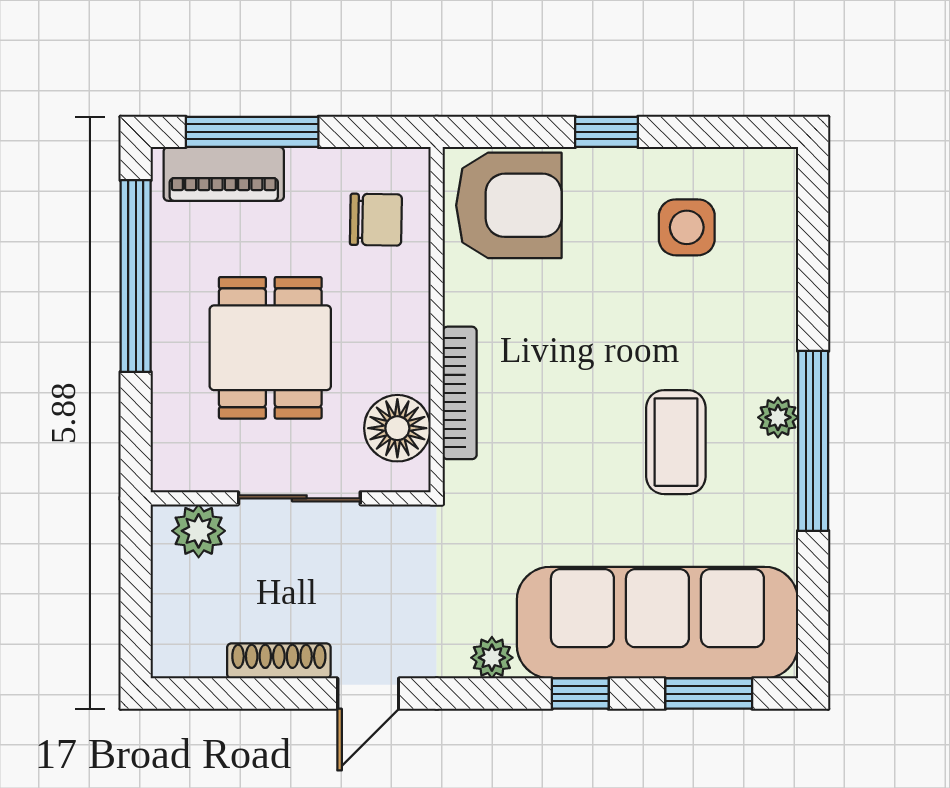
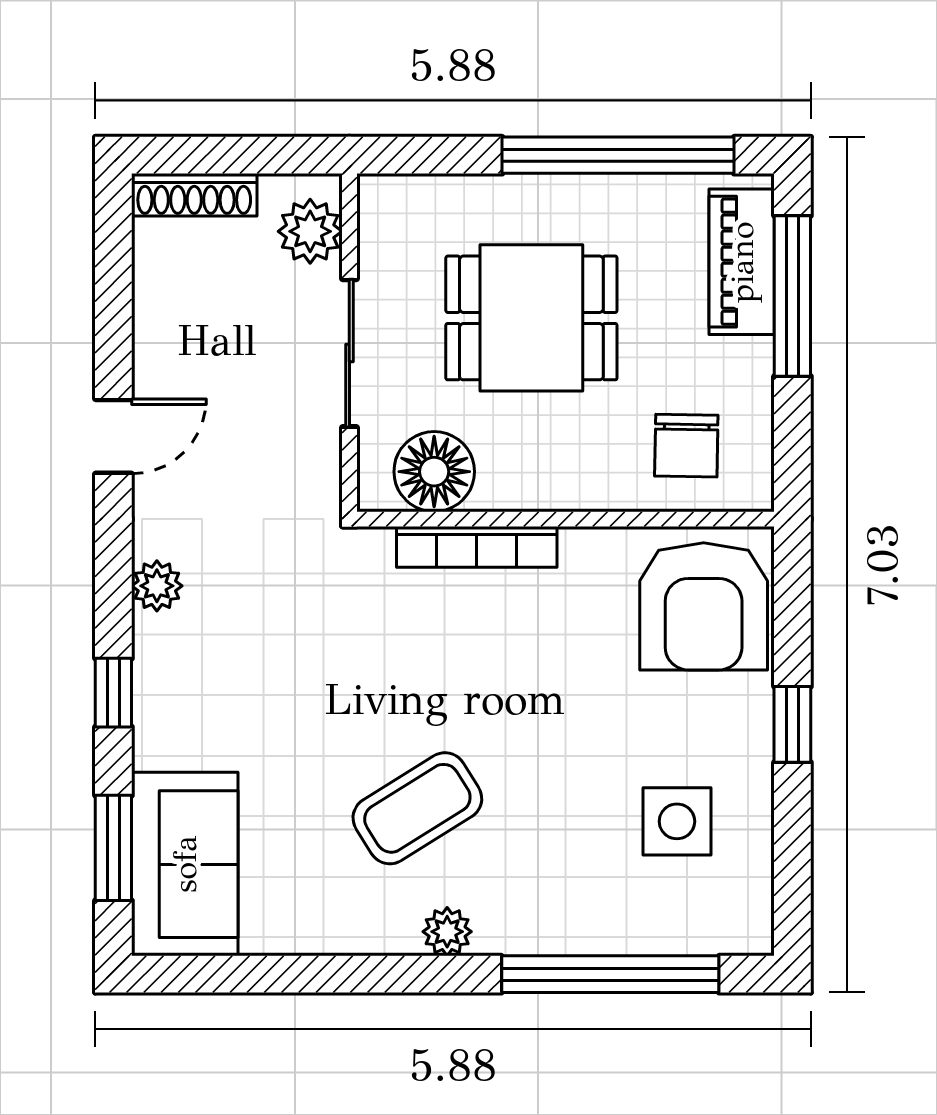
window: (813, 441) -> (610, 974), moved
coffee table: (676, 442) -> (417, 808), turned -32
sofa: (657, 623) -> (185, 864), width x0.54, depth x0.79
shoe rack: (279, 661) -> (194, 195), moved, turned 90
door: (368, 694) -> (113, 436), swing flipped

